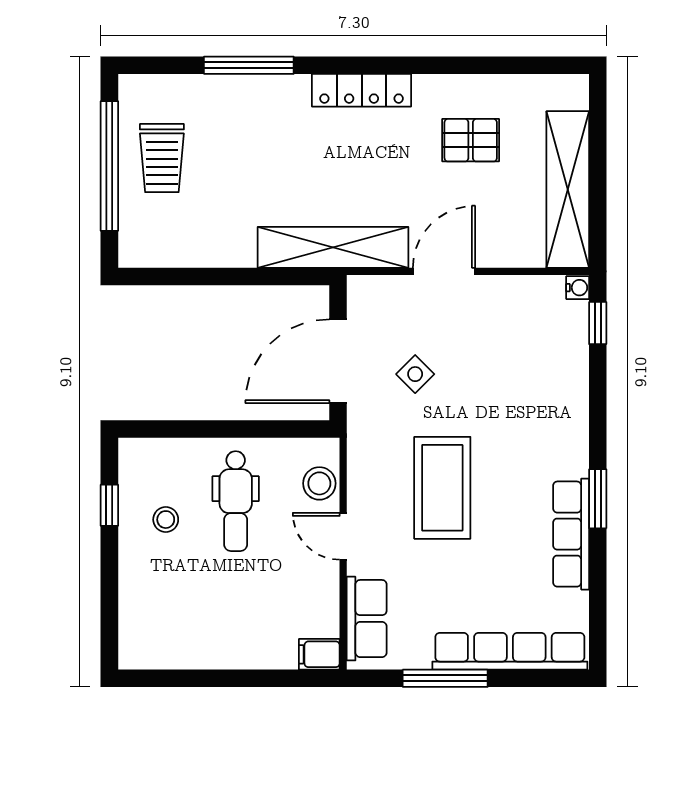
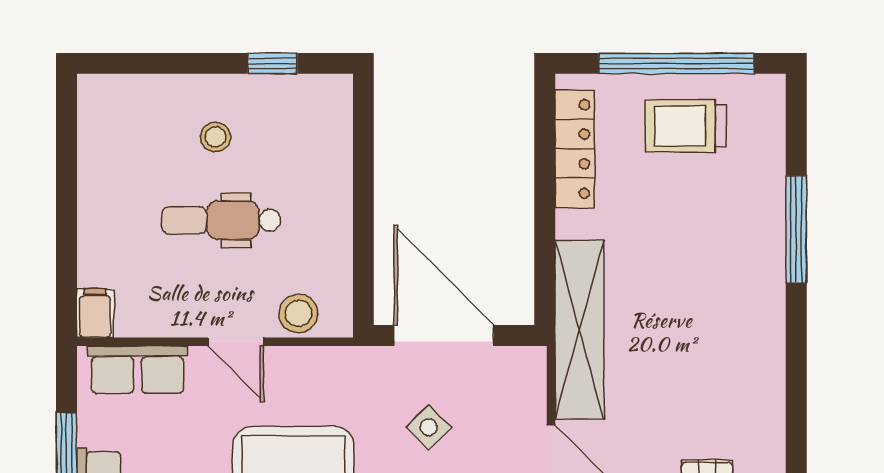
locker: (362, 90) -> (575, 149), moved, turned 180
dental chair: (236, 501) -> (221, 220), moved
stool: (166, 520) -> (215, 137), moved
door: (343, 536) -> (236, 342), swing flipped

